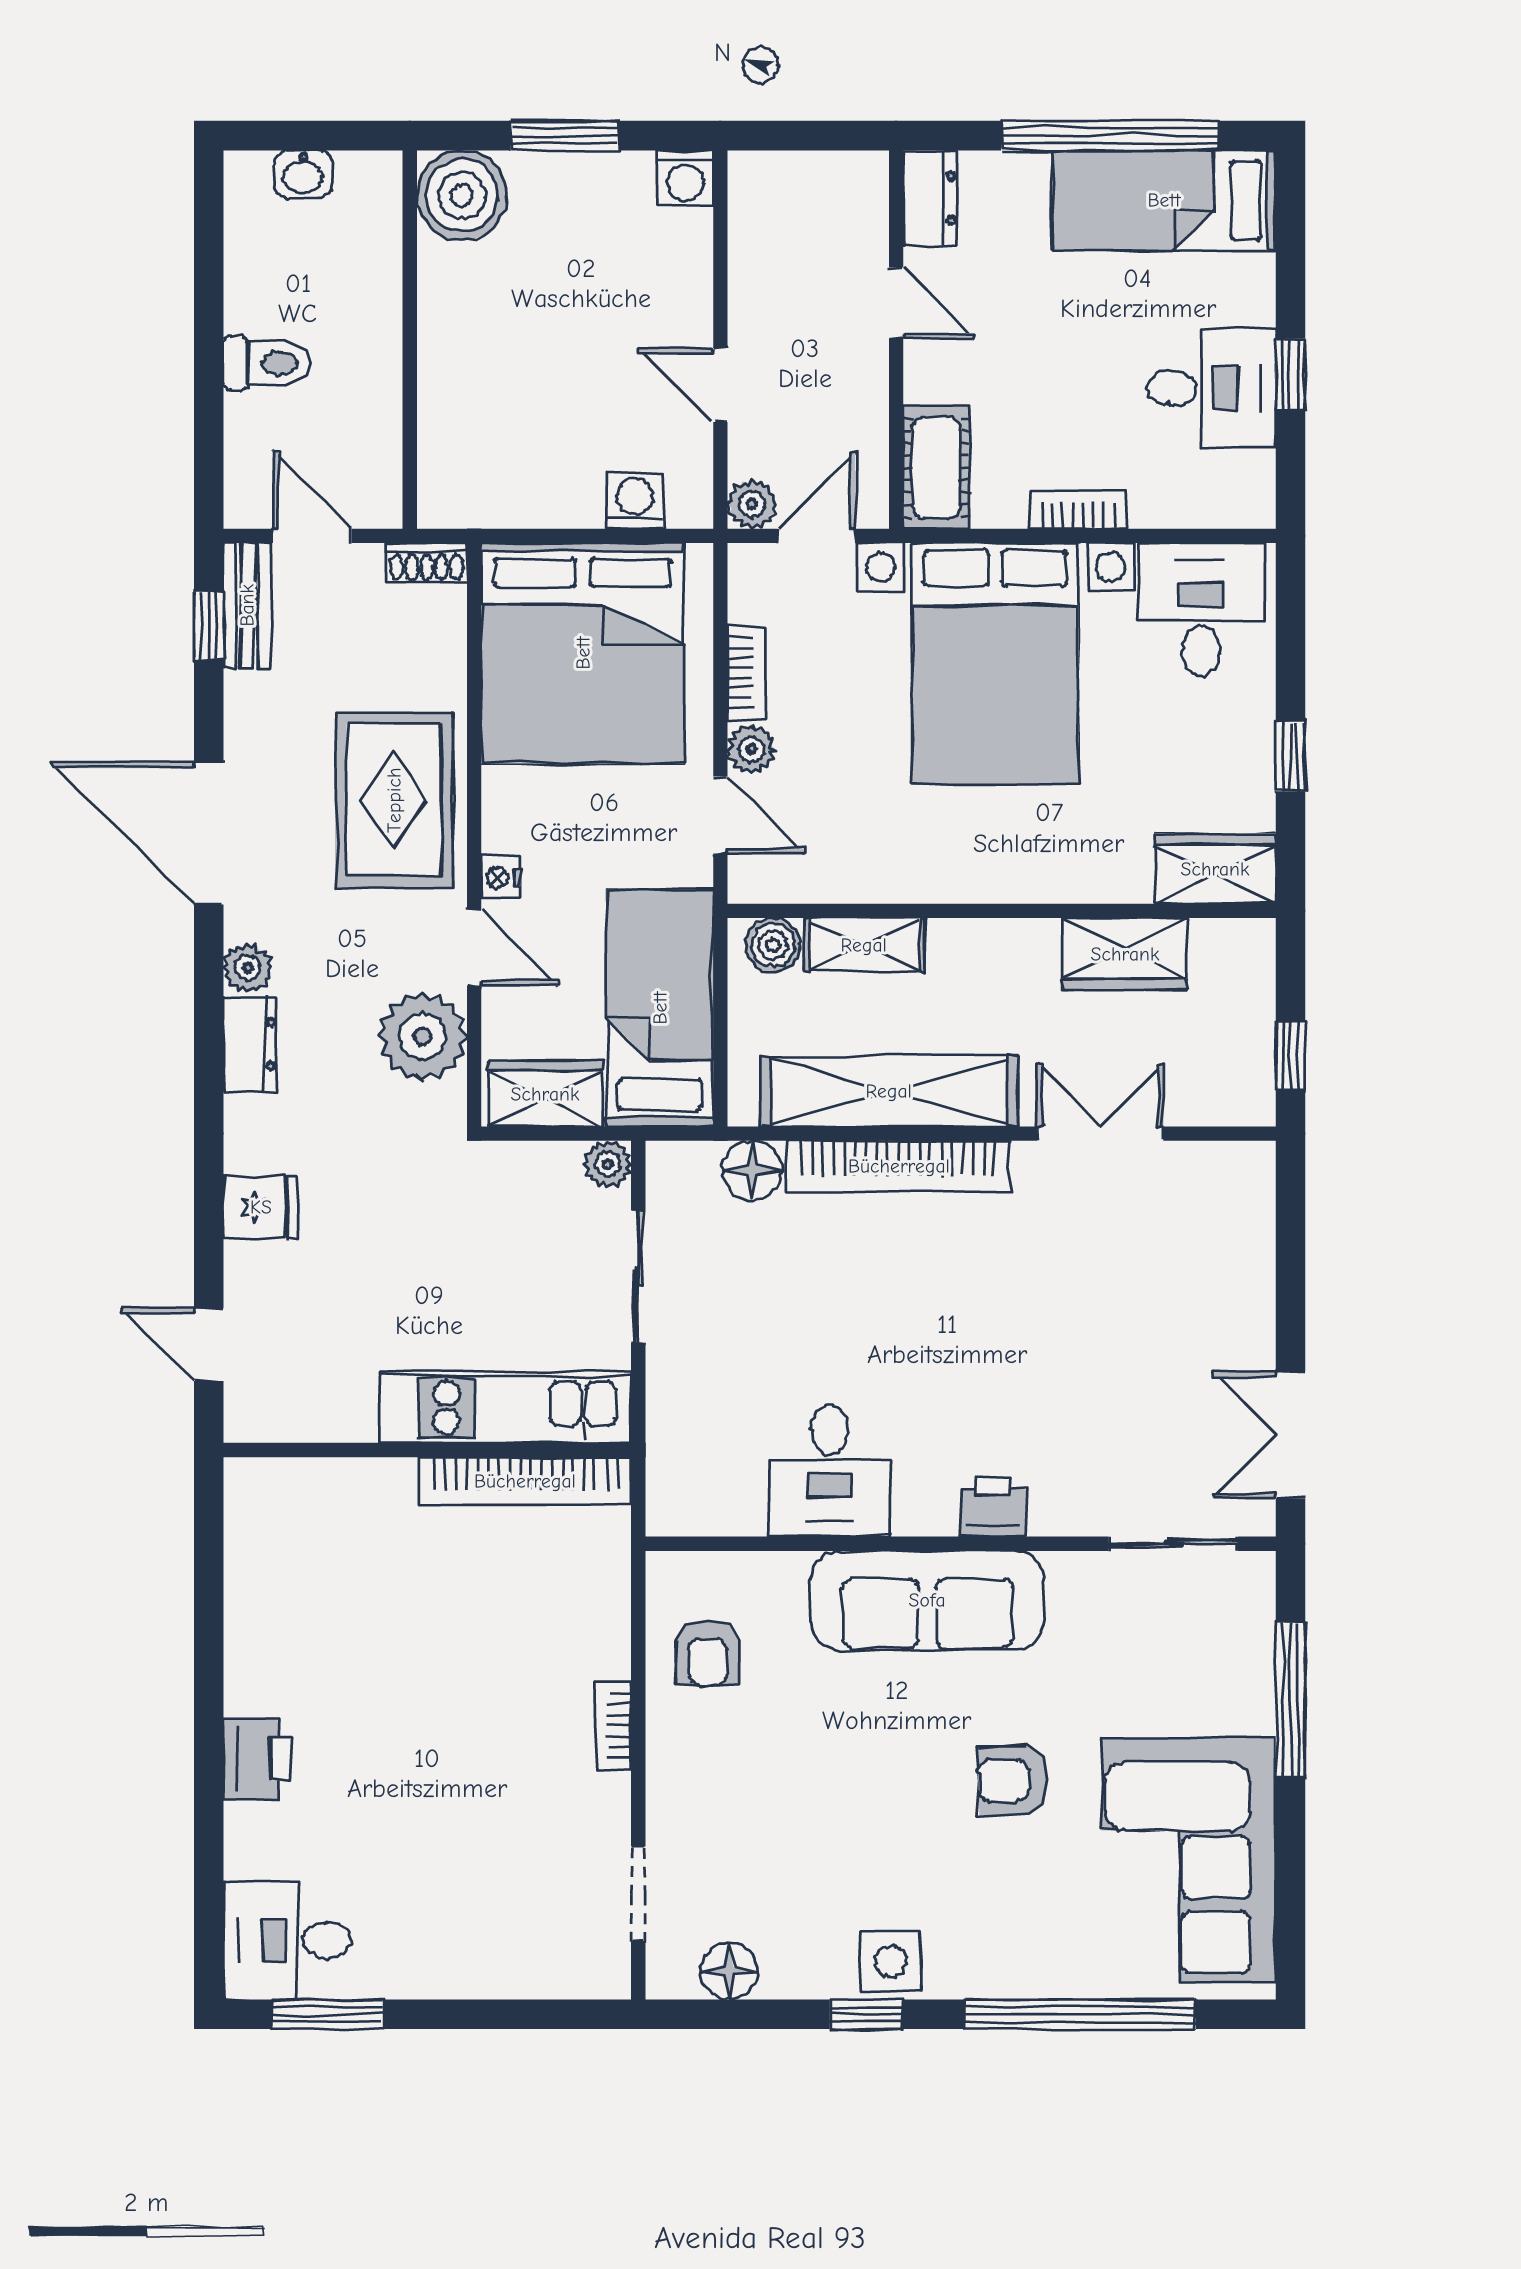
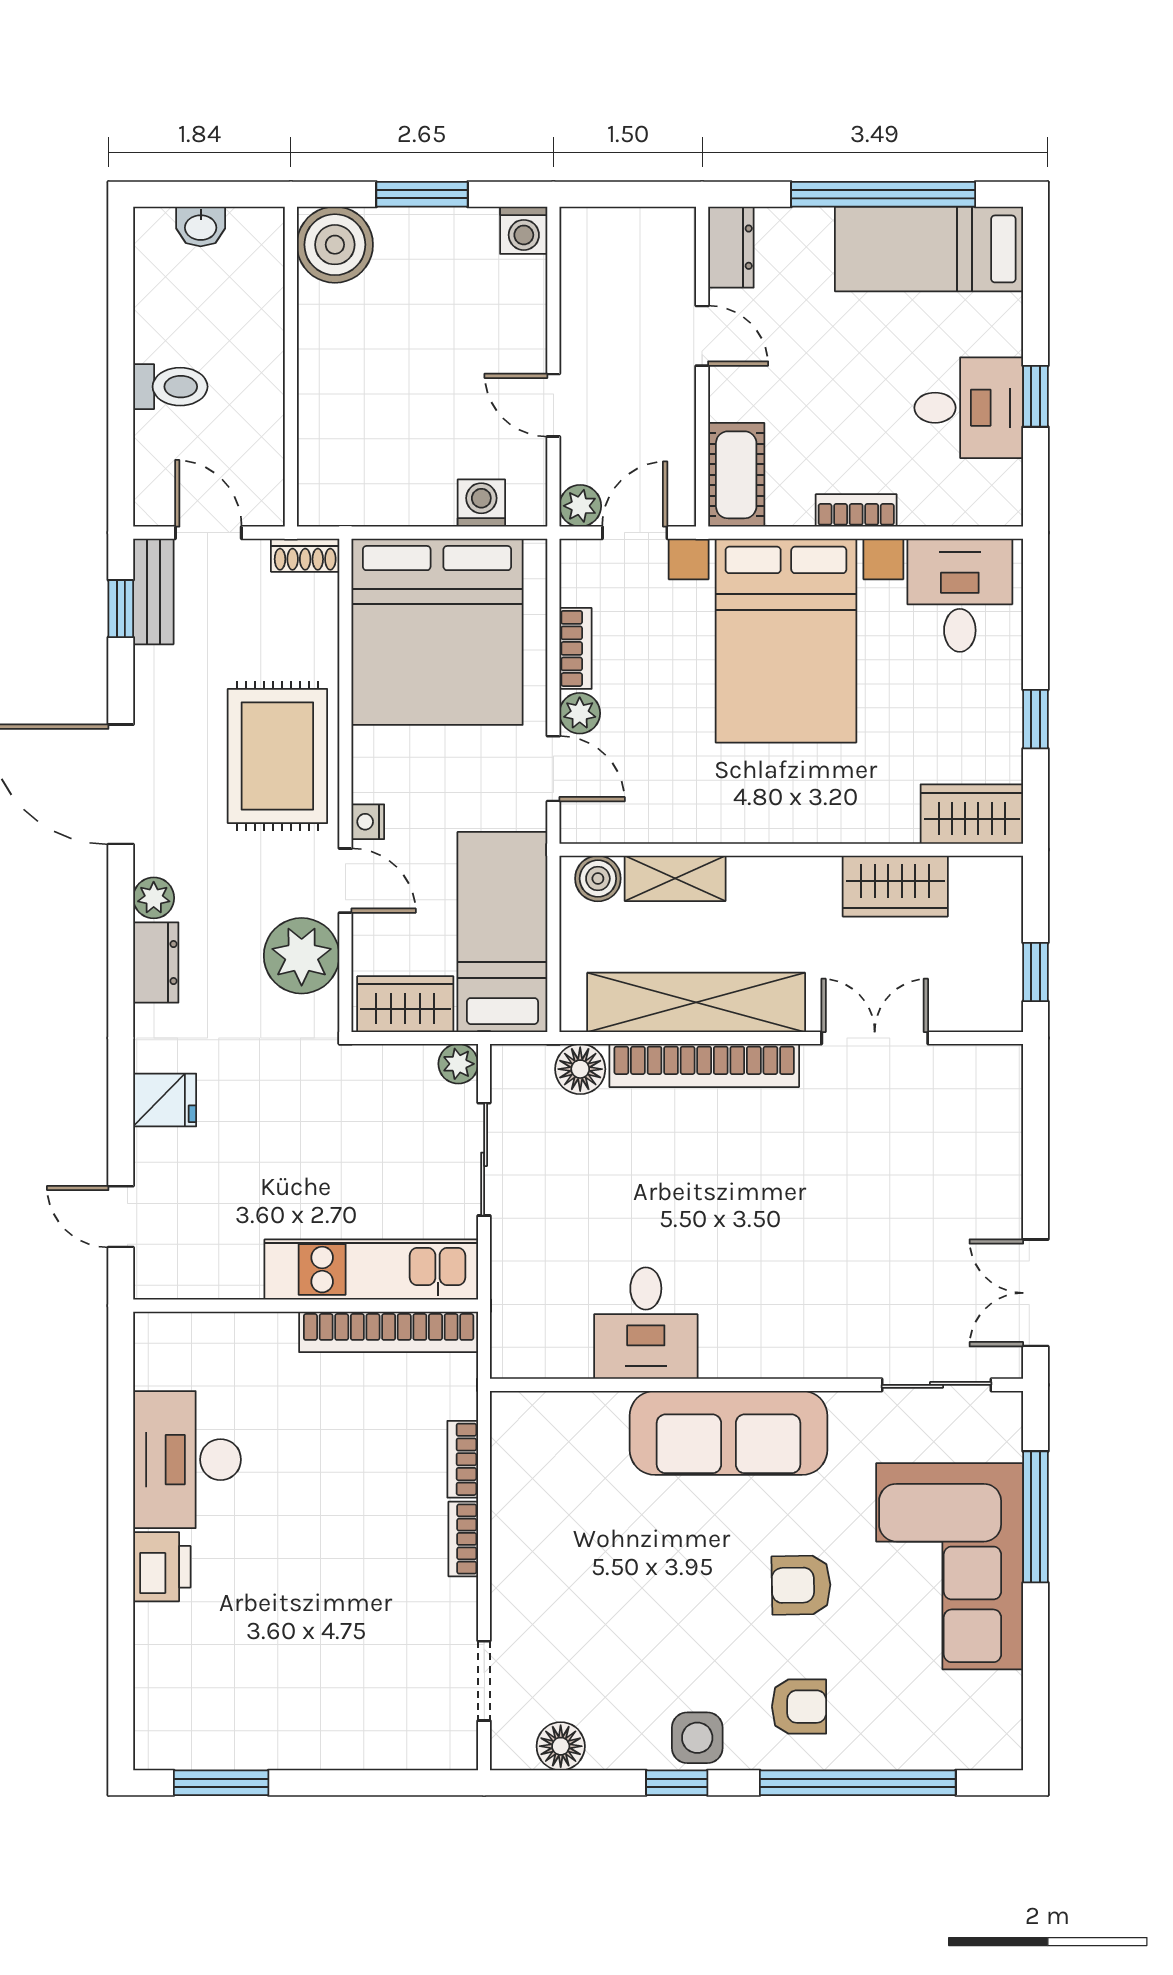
printer: (993, 1507) -> (784, 1354), removed
bookcase: (613, 1632) -> (463, 1459), added
armchair: (708, 1653) -> (799, 1707), moved, turned -90
corner sofa: (1189, 1860) -> (950, 1566), moved
desk: (287, 1940) -> (187, 1460), moved, width x1.37

